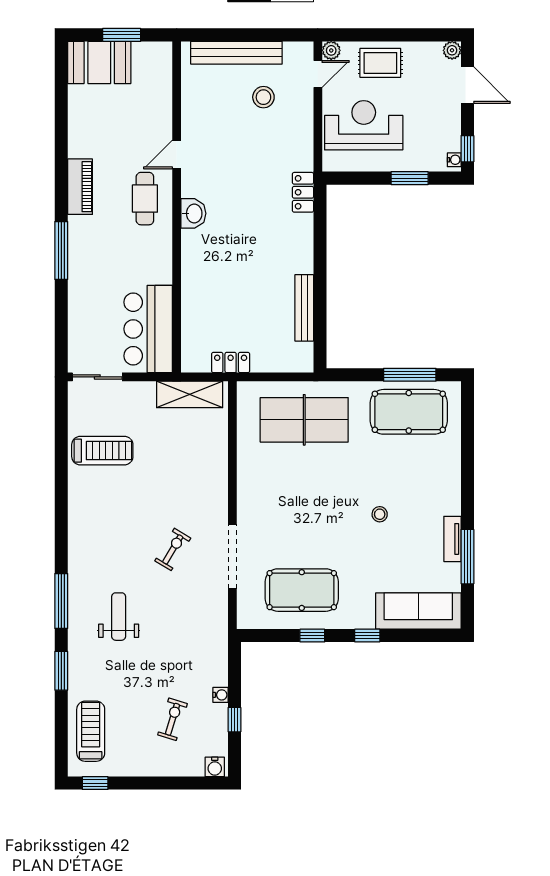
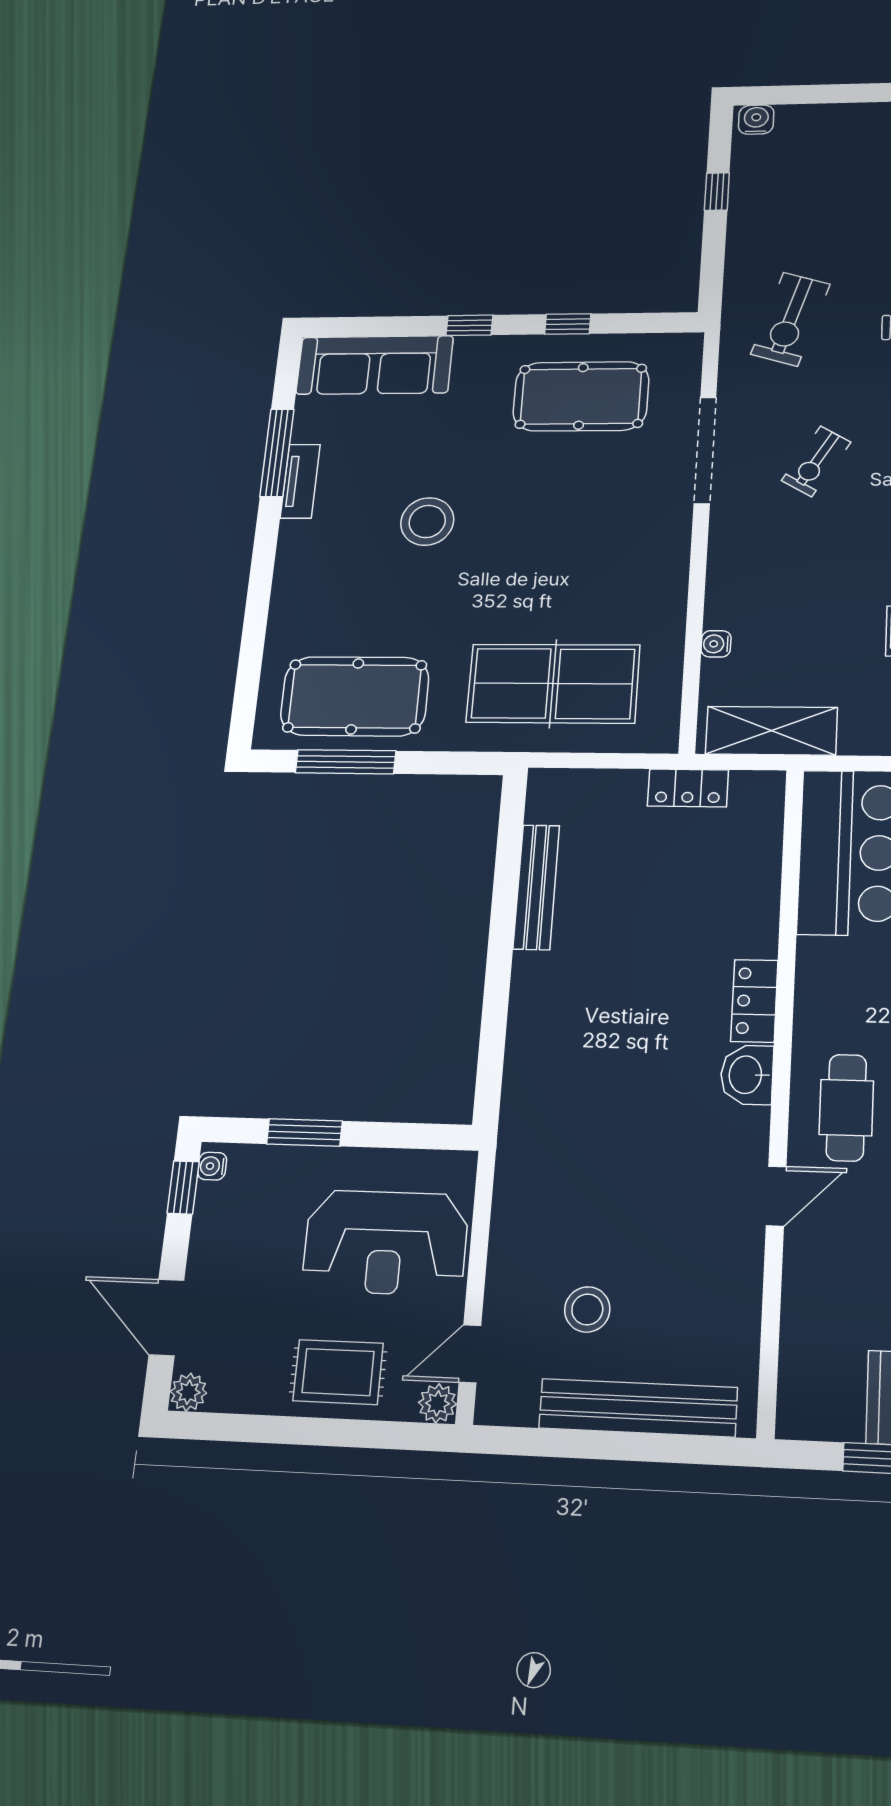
locker: (303, 192) -> (754, 1001), moved, turned 180
stool: (380, 514) -> (427, 521), width x1.89, depth x1.89
water cooler: (220, 695) -> (716, 644), moved
exercise bike: (173, 719) -> (790, 319), moved, width x1.38, depth x1.39

